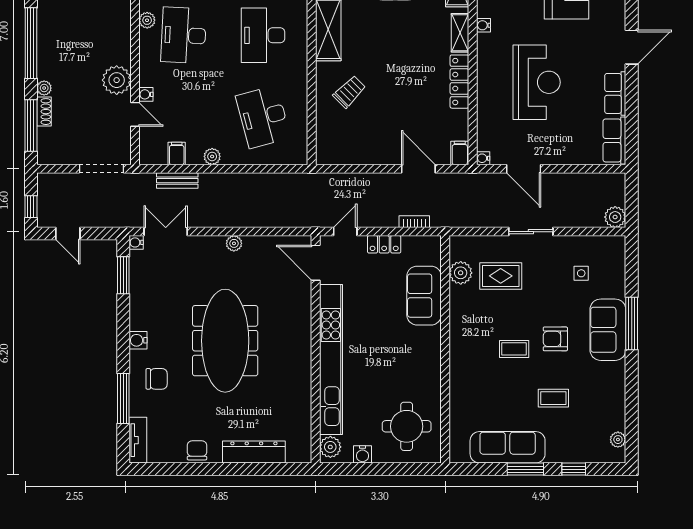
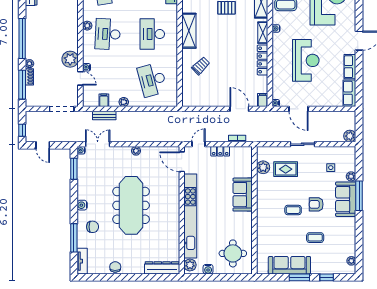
plant: (617, 289) -> (351, 176), added
sofa: (424, 296) -> (243, 195), moved
dresser: (254, 452) -> (162, 268), moved

